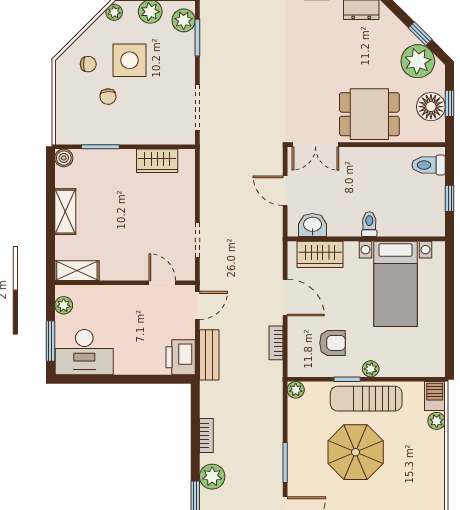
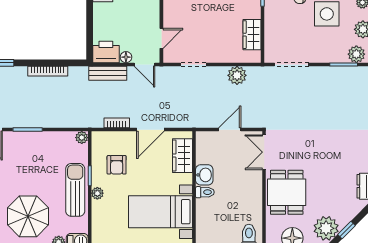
washbasin: (313, 225) -> (204, 175), moved
floor lamp: (188, 330) -> (126, 57), added
bookcase: (206, 436) -> (48, 71), width x1.56
parasol: (356, 452) -> (28, 216), moved
plant: (212, 477) -> (237, 75), moved

